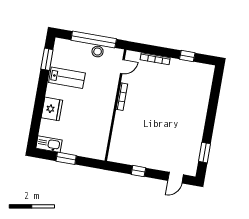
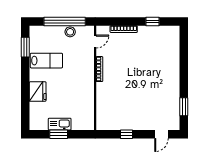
kitchen sink: (49, 144) -> (60, 124), moved

